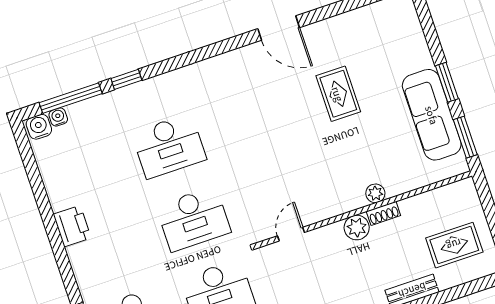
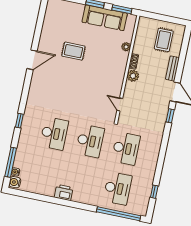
window: (126, 79) -> (19, 121), moved
plant: (375, 193) -> (126, 47), moved

